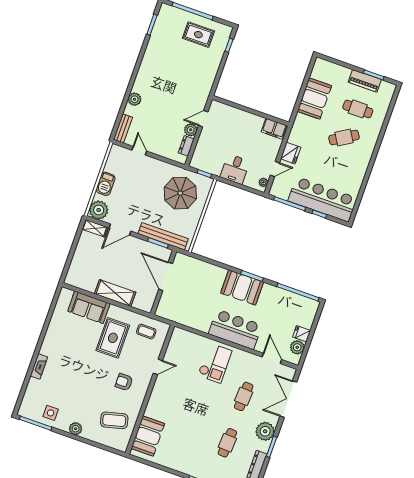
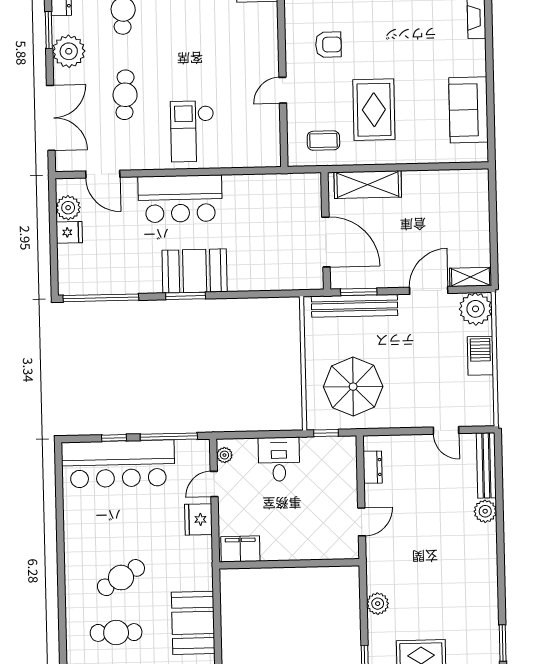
bench: (123, 128) -> (486, 465), width x1.36
plant: (191, 130) -> (378, 604), moved
shelving: (115, 293) -> (368, 185), moved
sofa: (89, 307) -> (469, 110), moved, turned -90

